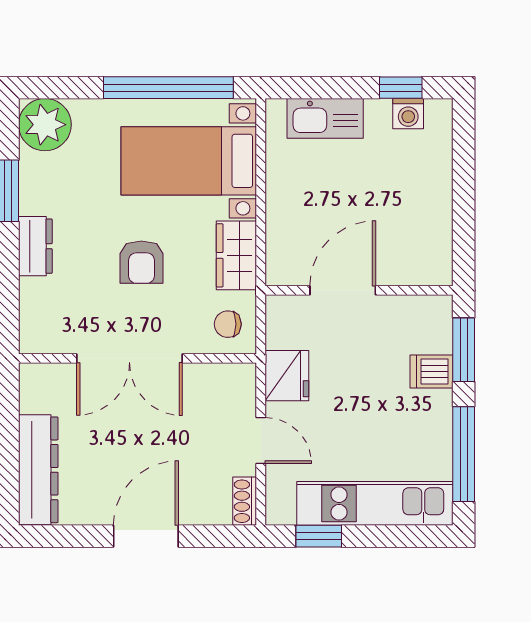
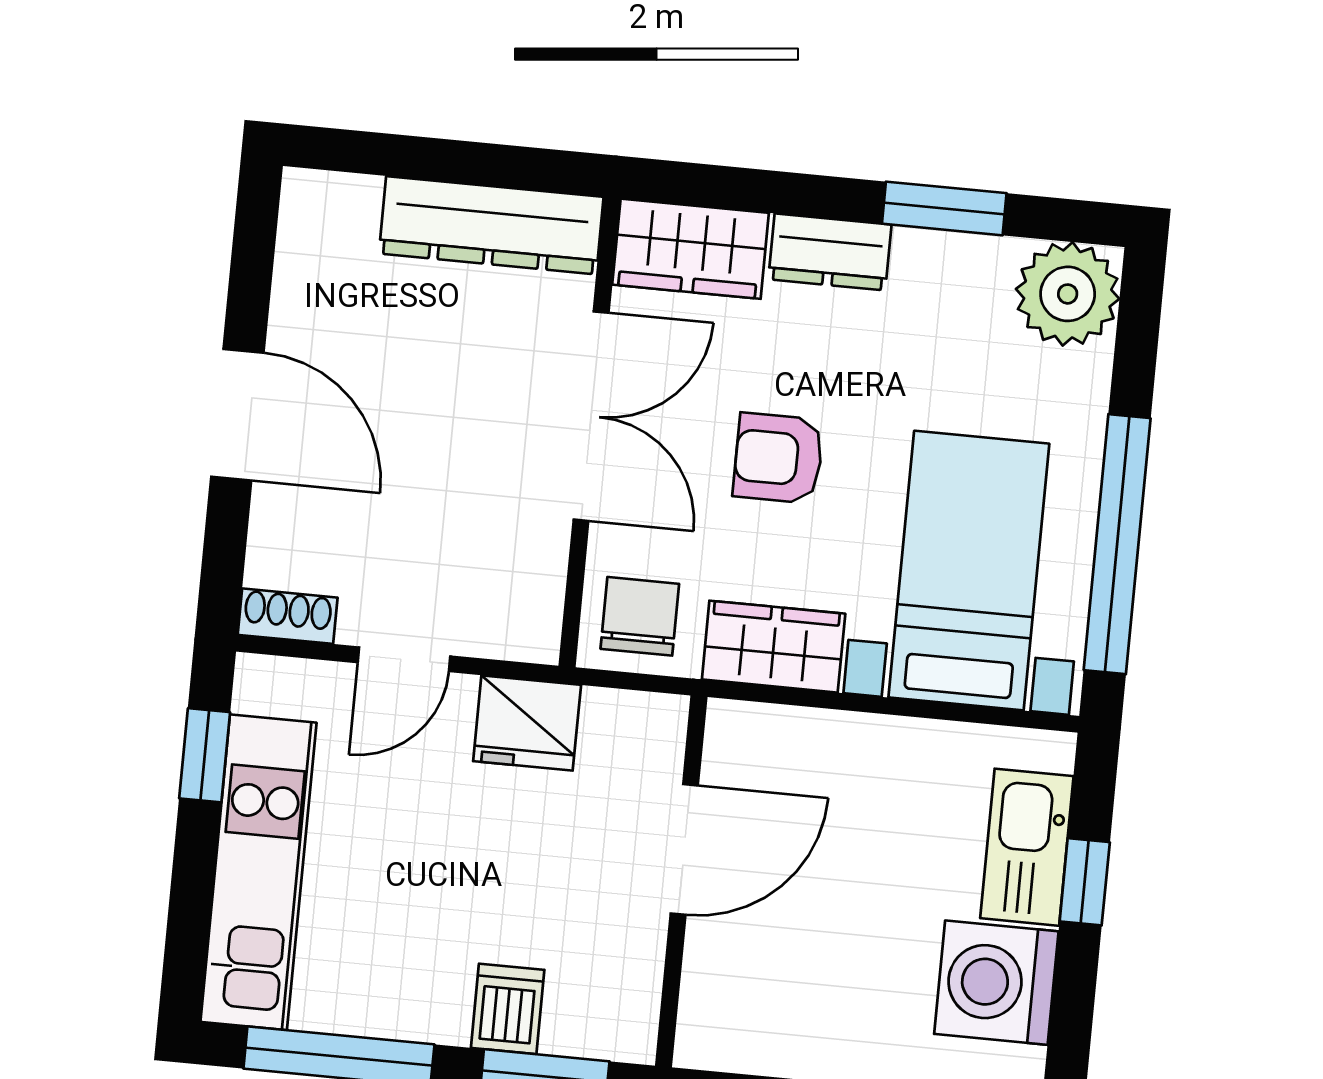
window: (401, 88) -> (1085, 882), moved
washing machine: (408, 114) -> (996, 983), width x1.89, depth x1.89
door: (343, 290) -> (684, 849), hinge flipped
wardrobe: (40, 316) -> (691, 249), added
chair: (228, 324) -> (640, 616), width x1.37, depth x1.37
double door: (129, 358) -> (591, 416), swing flipped
dresser: (38, 470) -> (491, 225), moved

